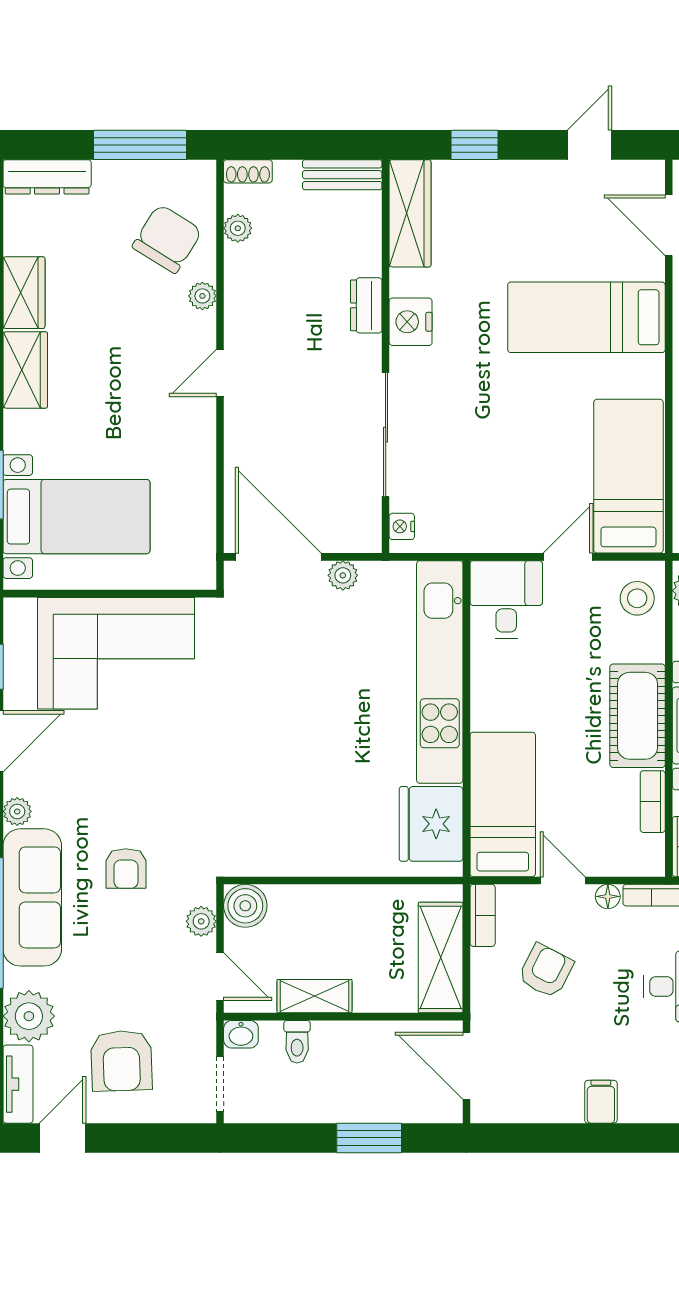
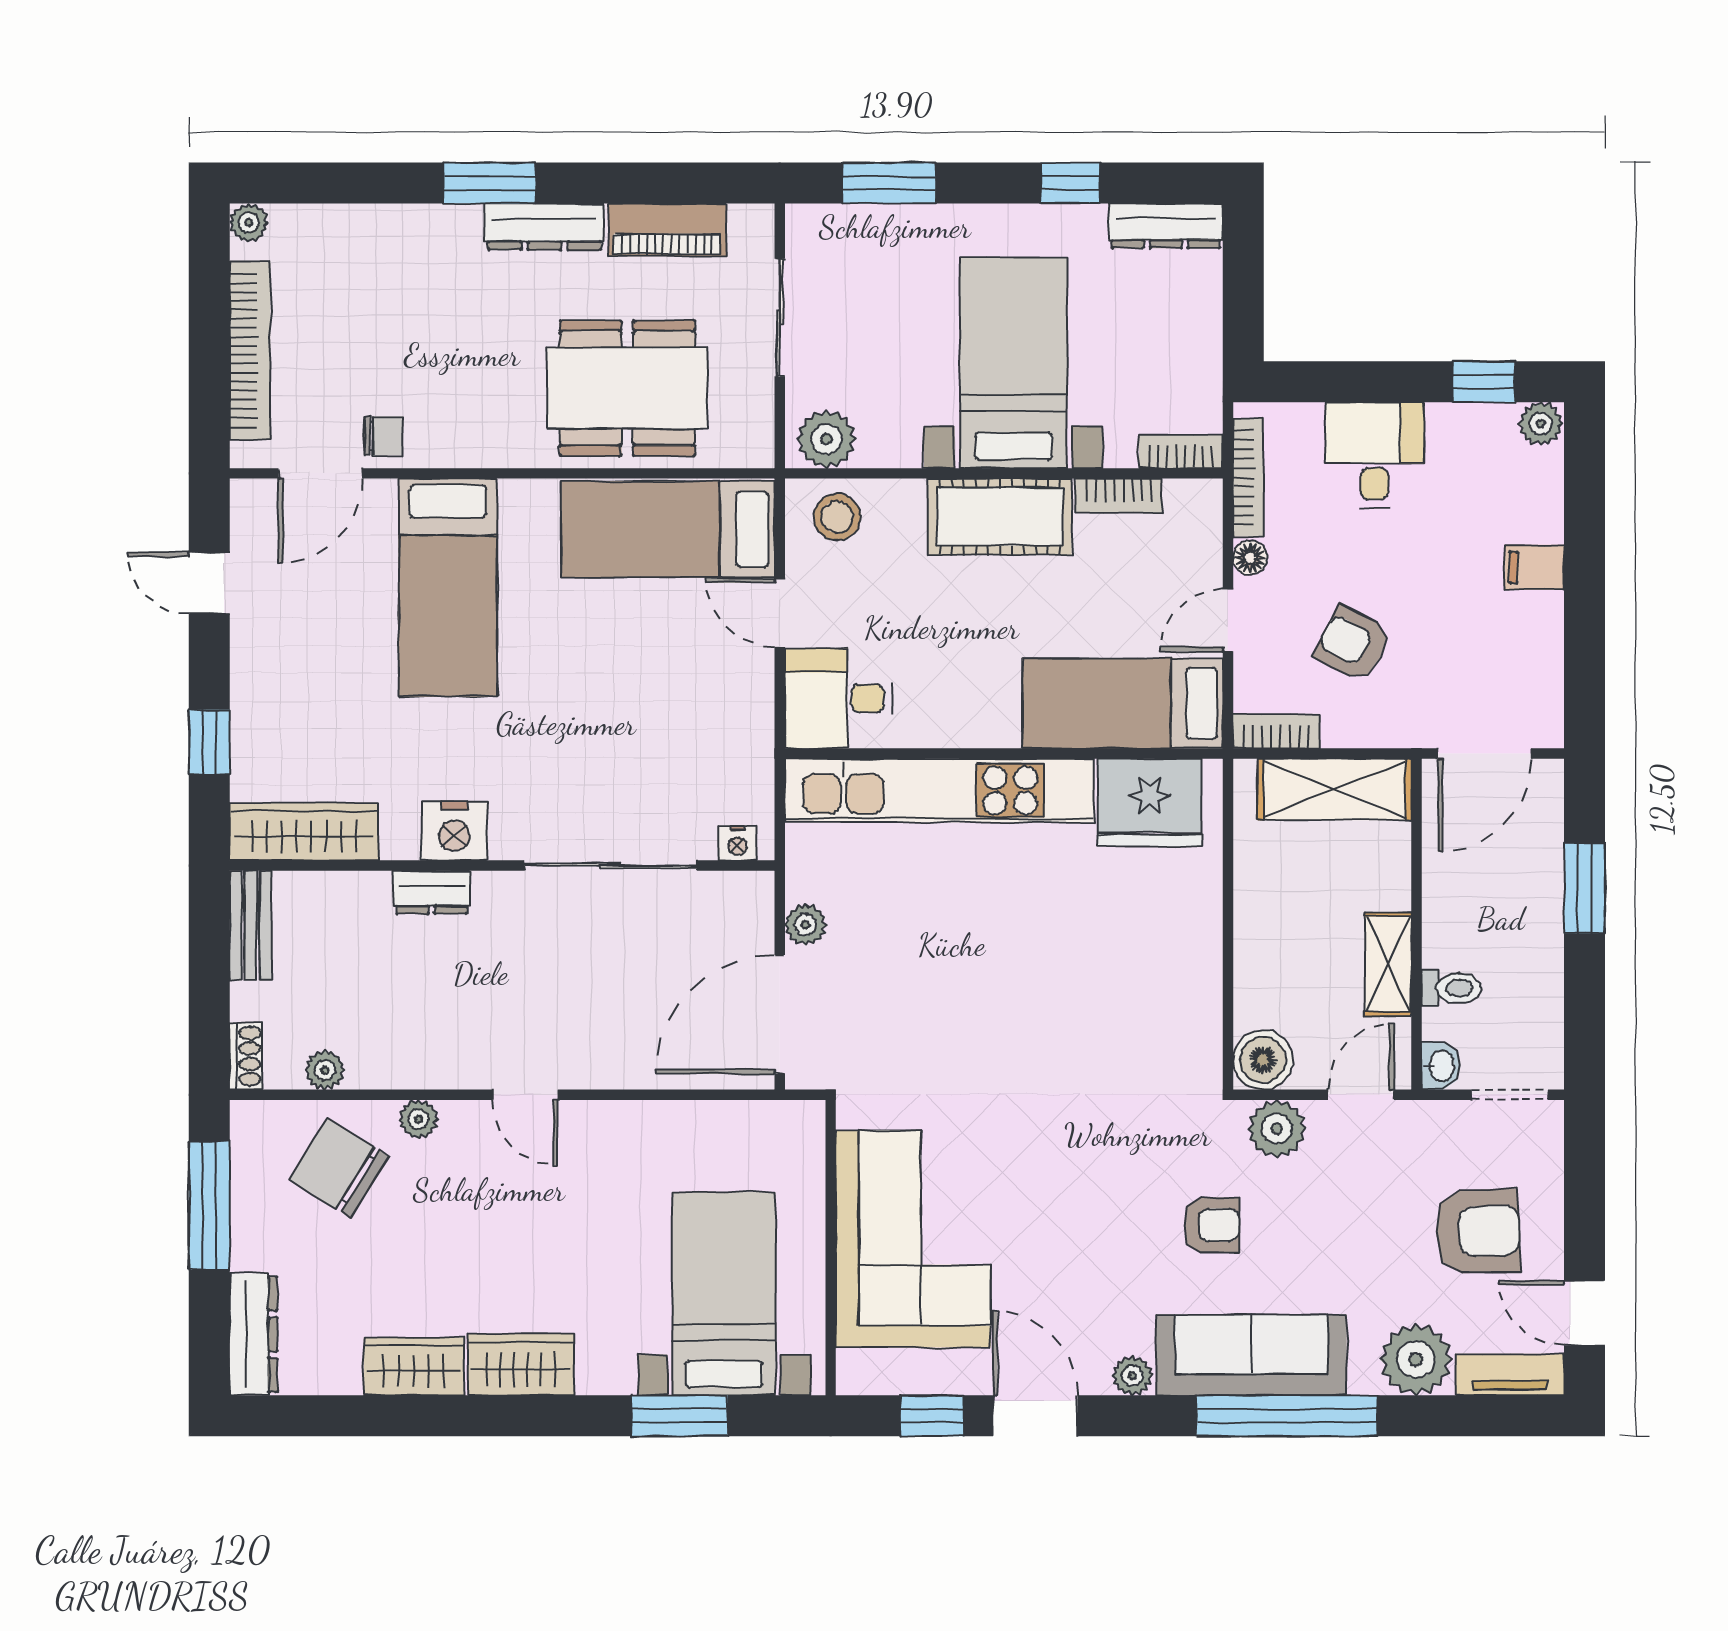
plant: (201, 921) -> (1277, 1129), width x1.38, depth x1.38

